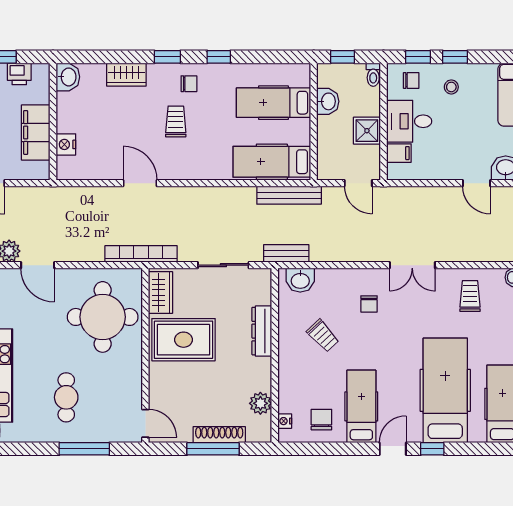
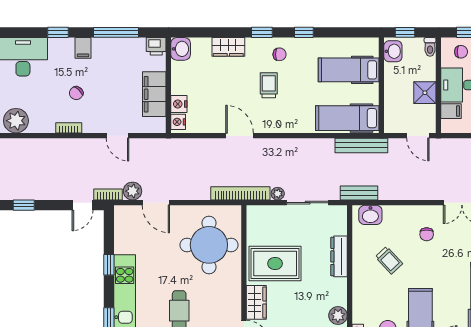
printer: (19, 74) -> (156, 46), moved
washbasin: (328, 101) -> (393, 51), moved
nightstand: (65, 166) -> (178, 122), added
plant: (187, 254) -> (278, 194), added
wardrobe: (161, 293) -> (256, 302), moved

